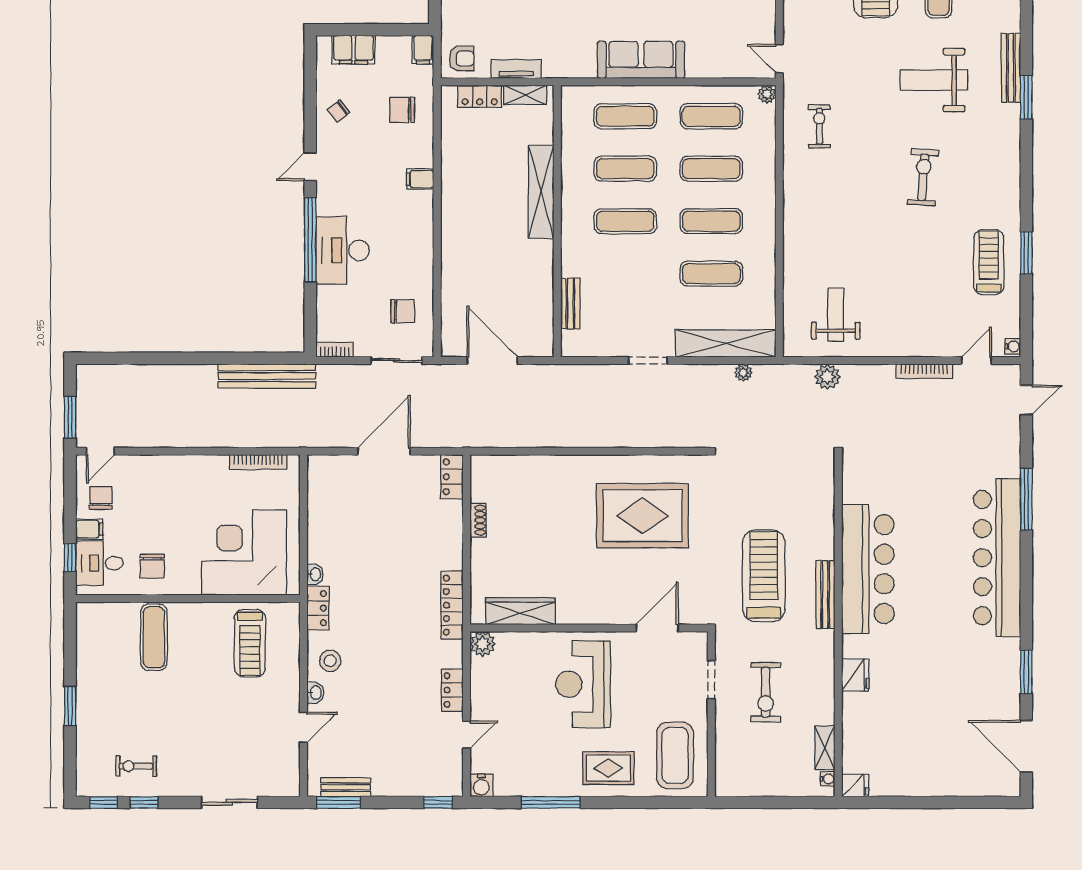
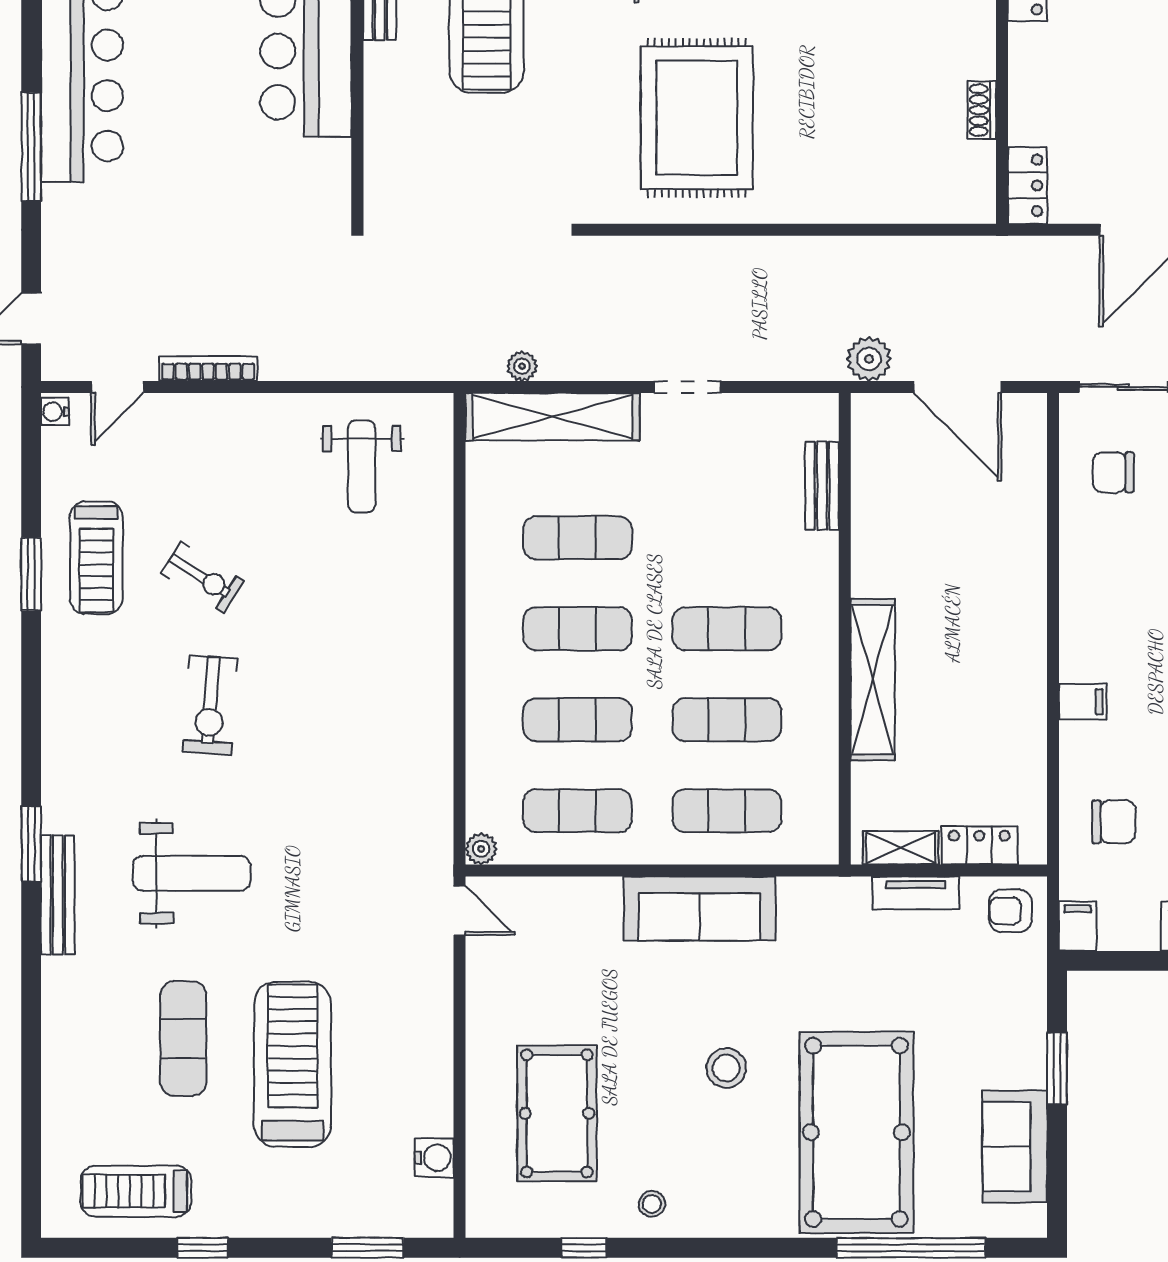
exercise bike: (819, 126) -> (202, 577), moved, turned -58
plant: (827, 377) -> (869, 359), moved
rug: (643, 516) -> (697, 118), turned 90

